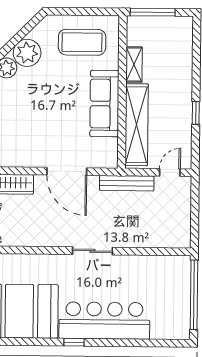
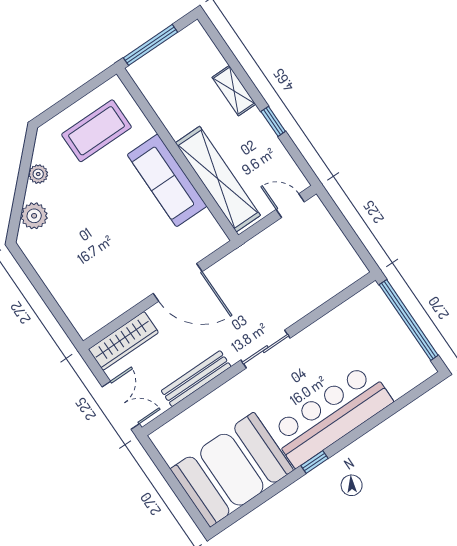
plant: (27, 53) -> (38, 174), width x0.53, depth x0.53
shelving: (134, 64) -> (234, 91), moved
door: (170, 173) -> (290, 206), hinge flipped
bench: (127, 183) -> (196, 379), moved

